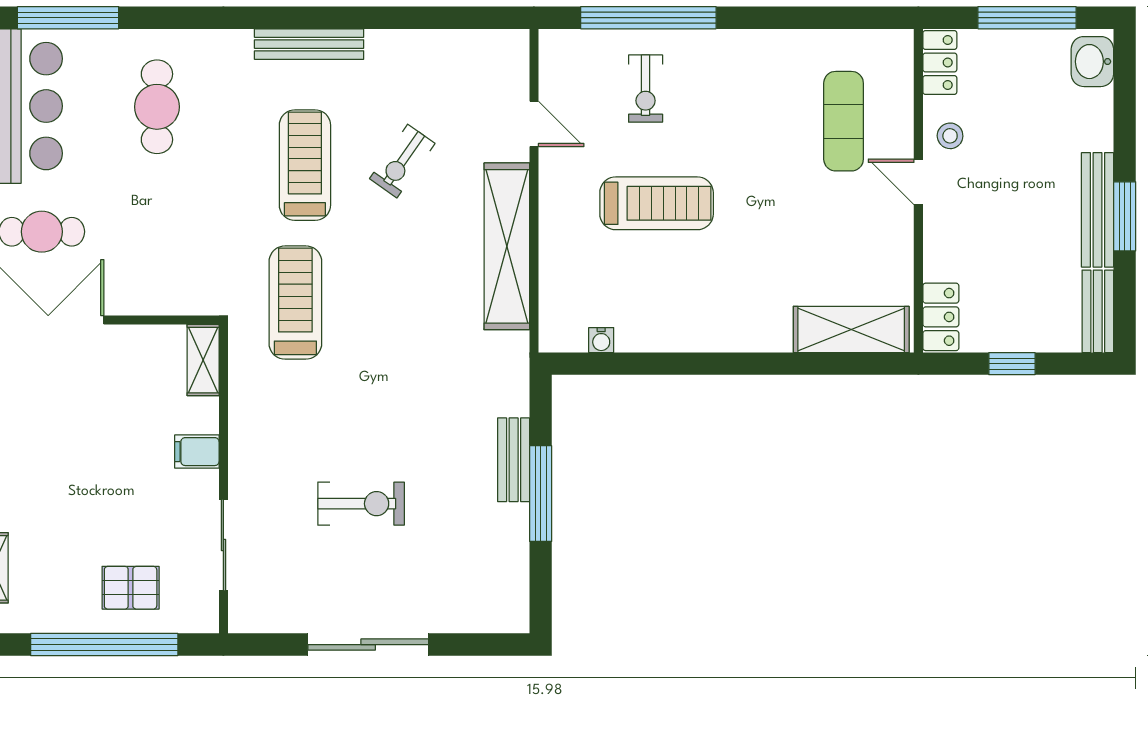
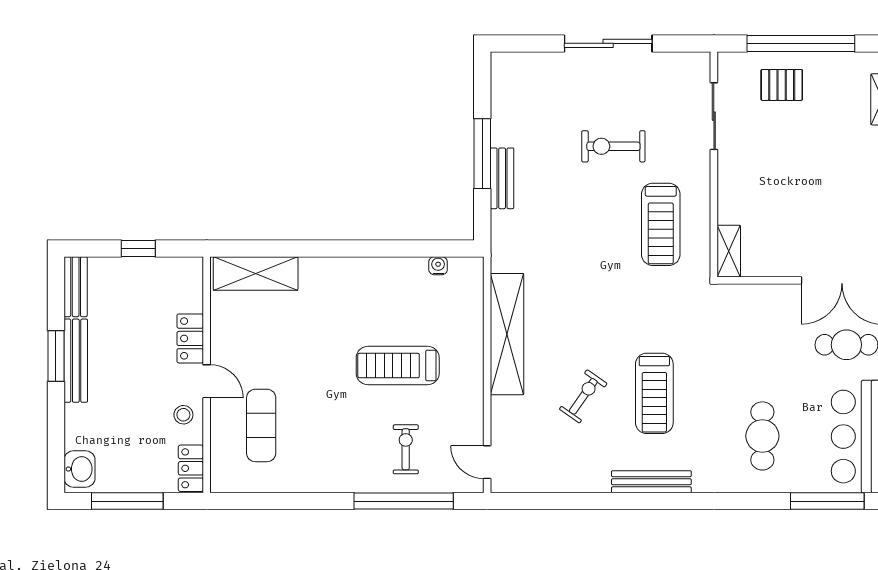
door: (534, 124) -> (487, 462), moved
treadmill: (295, 303) -> (661, 224), moved
locker: (941, 317) -> (190, 338), moved
filing cabinet: (197, 452) -> (733, 184), removed

